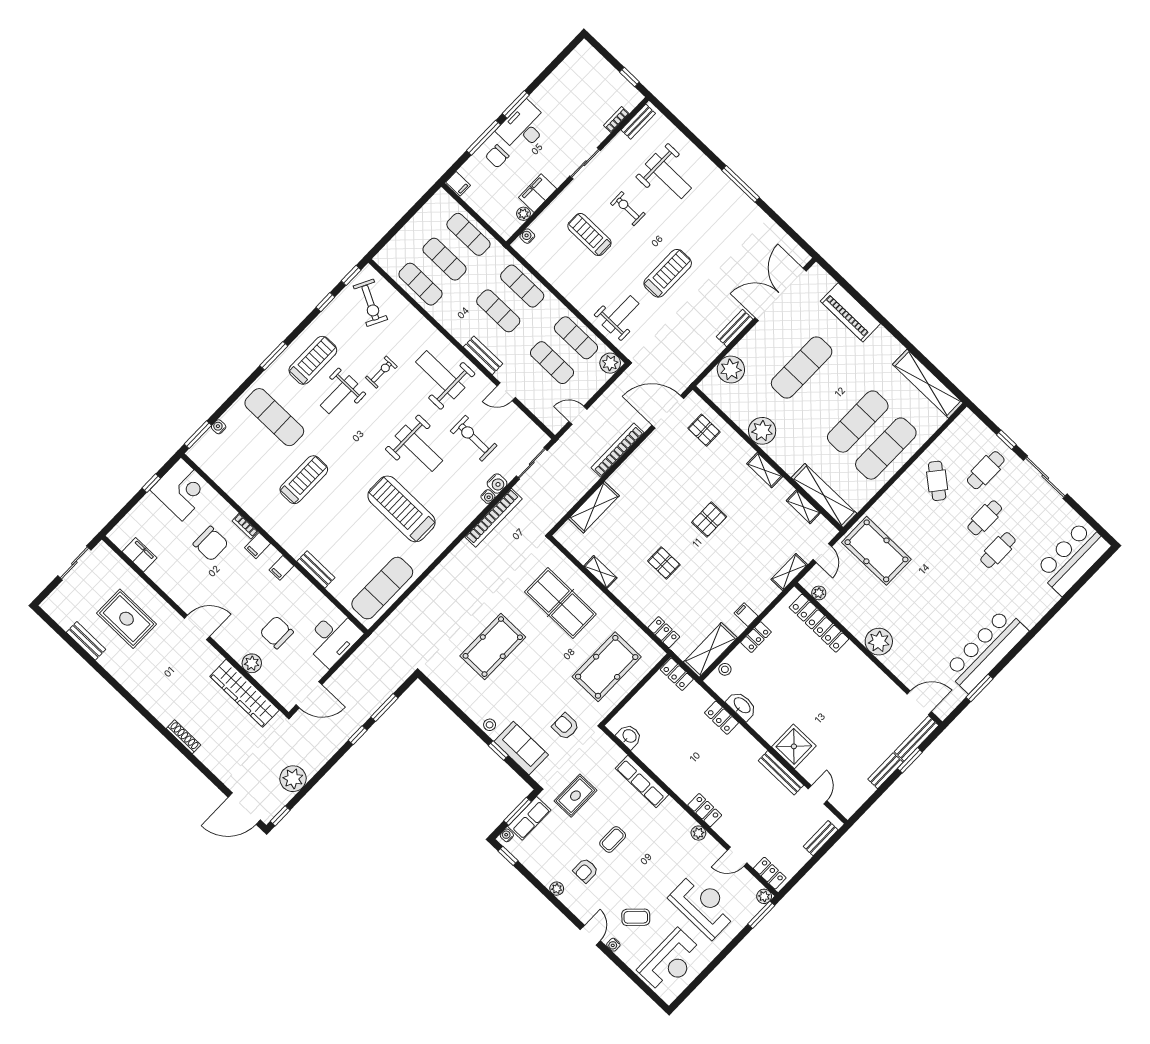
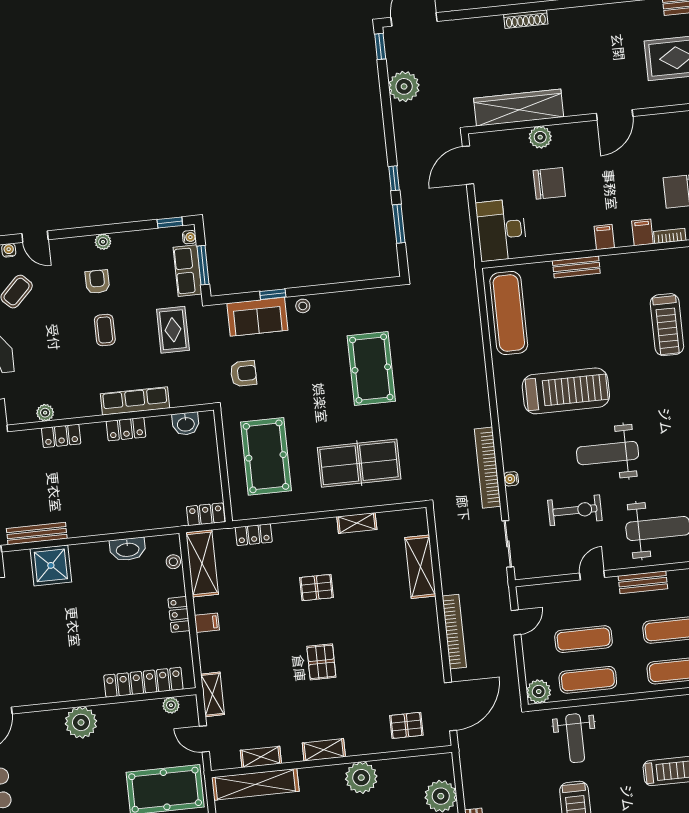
water cooler: (497, 484) -> (516, 497), removed
locker: (721, 718) -> (126, 429), moved, turned 180

